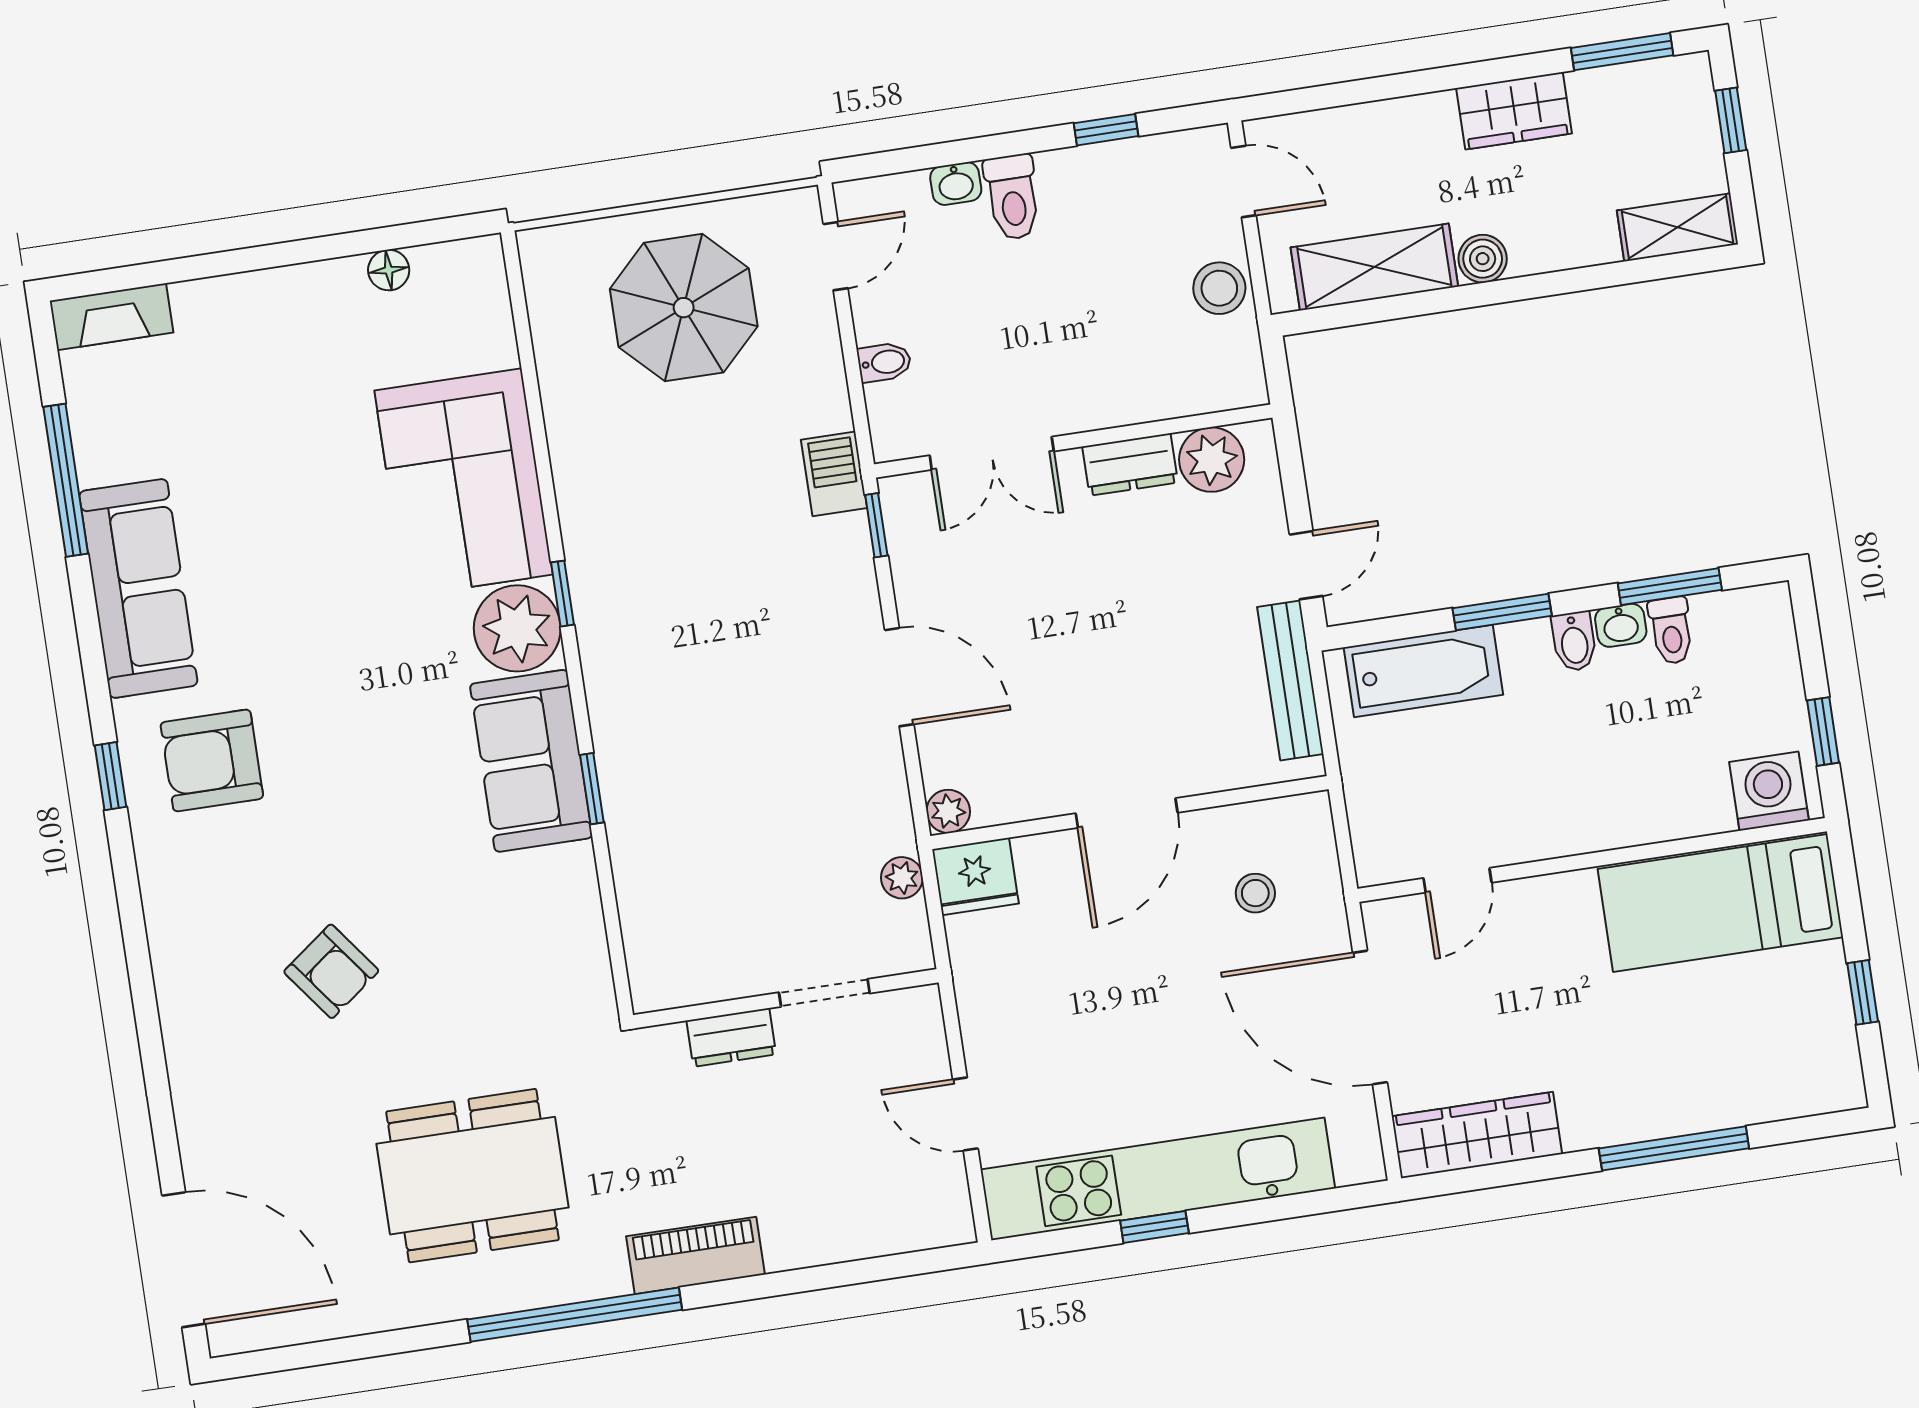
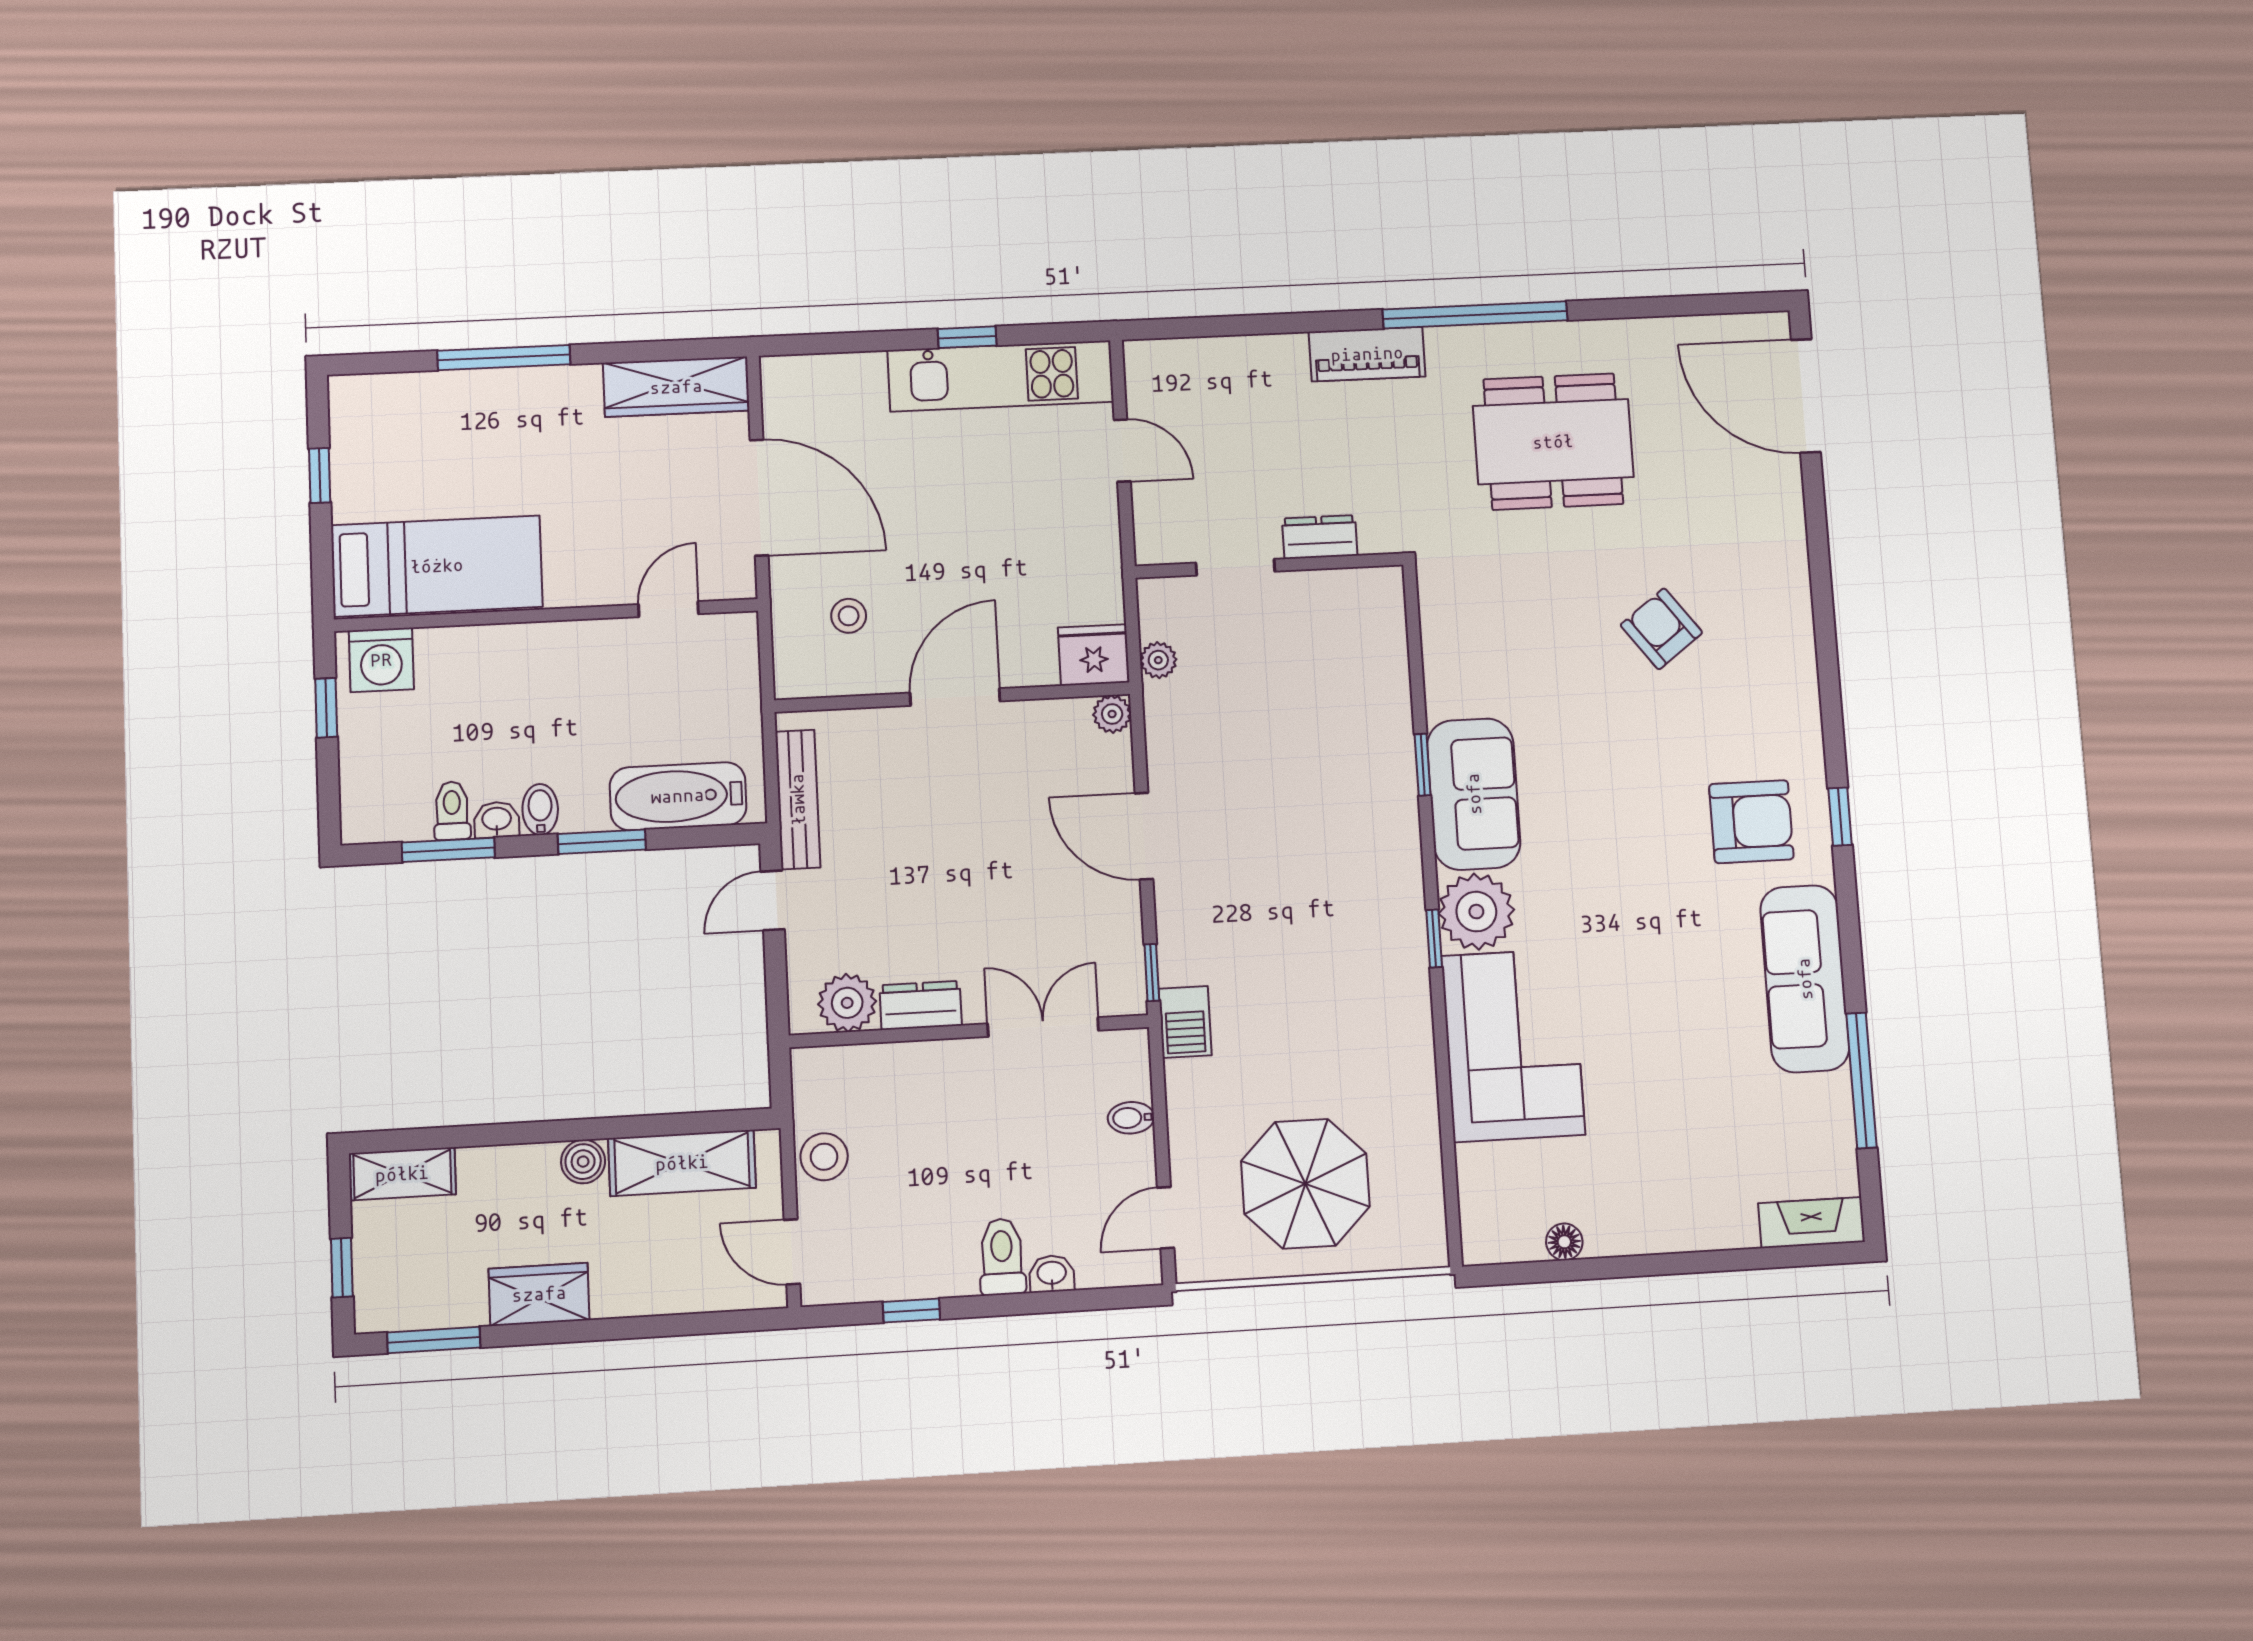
kitchen unit: (1158, 1179) -> (1001, 376), width x0.73

